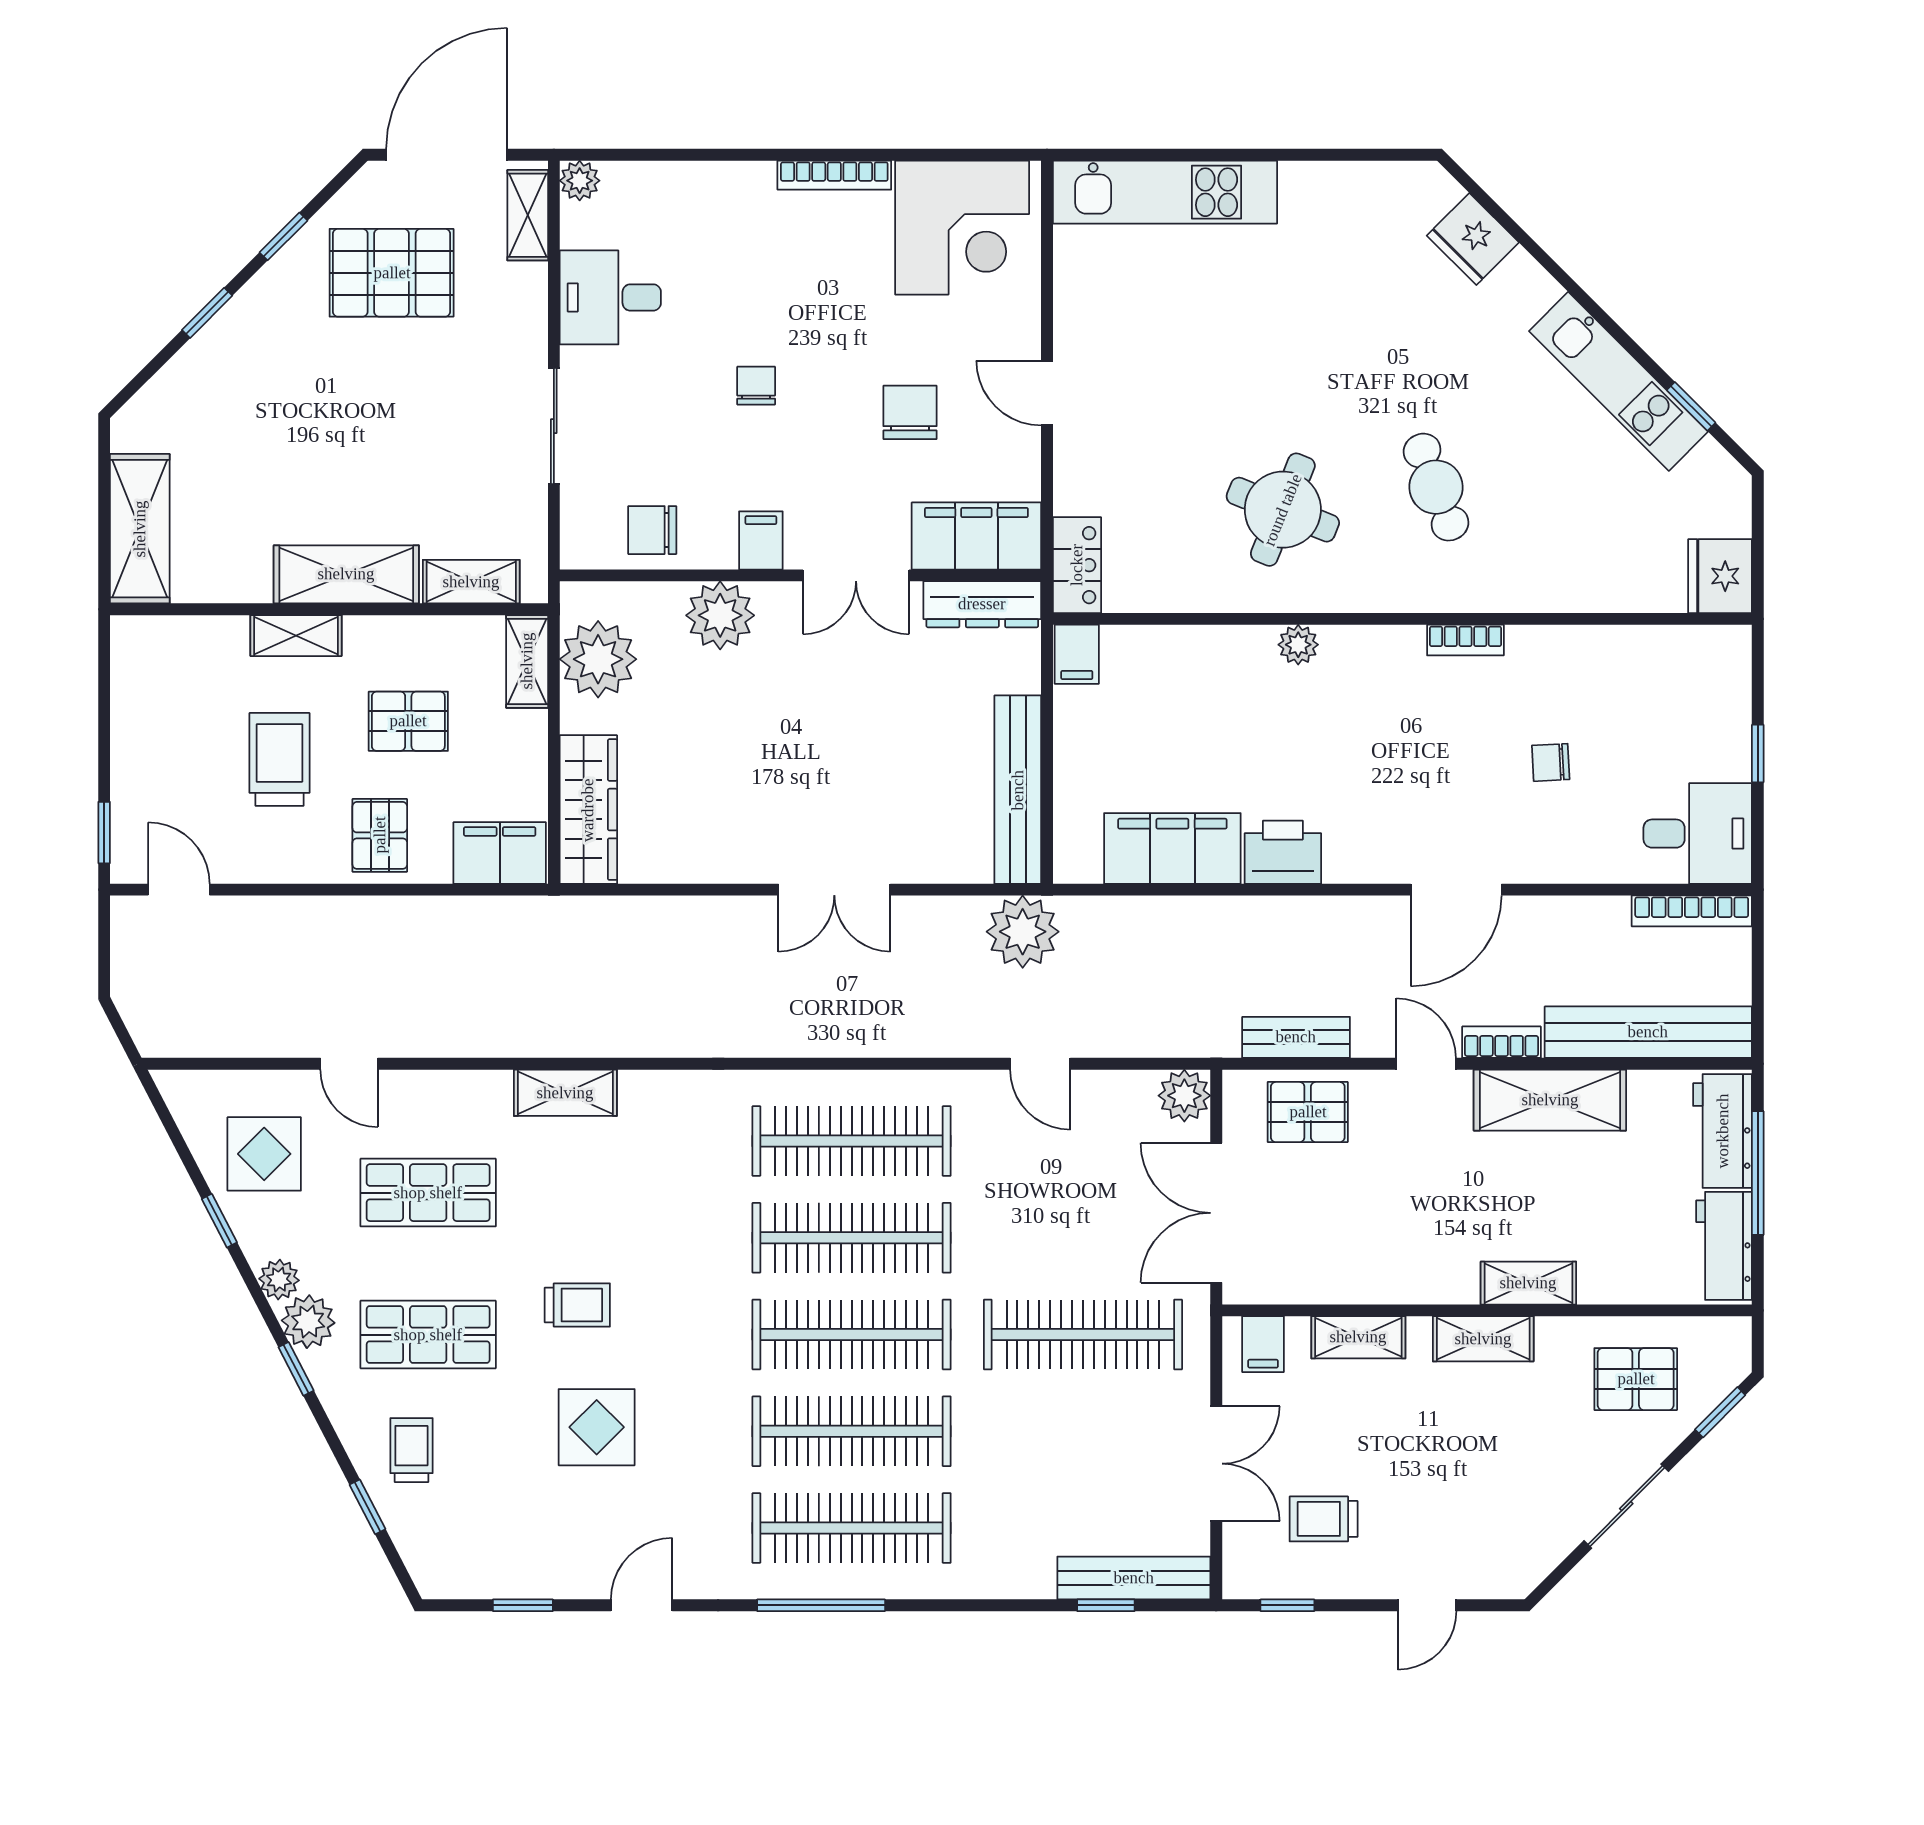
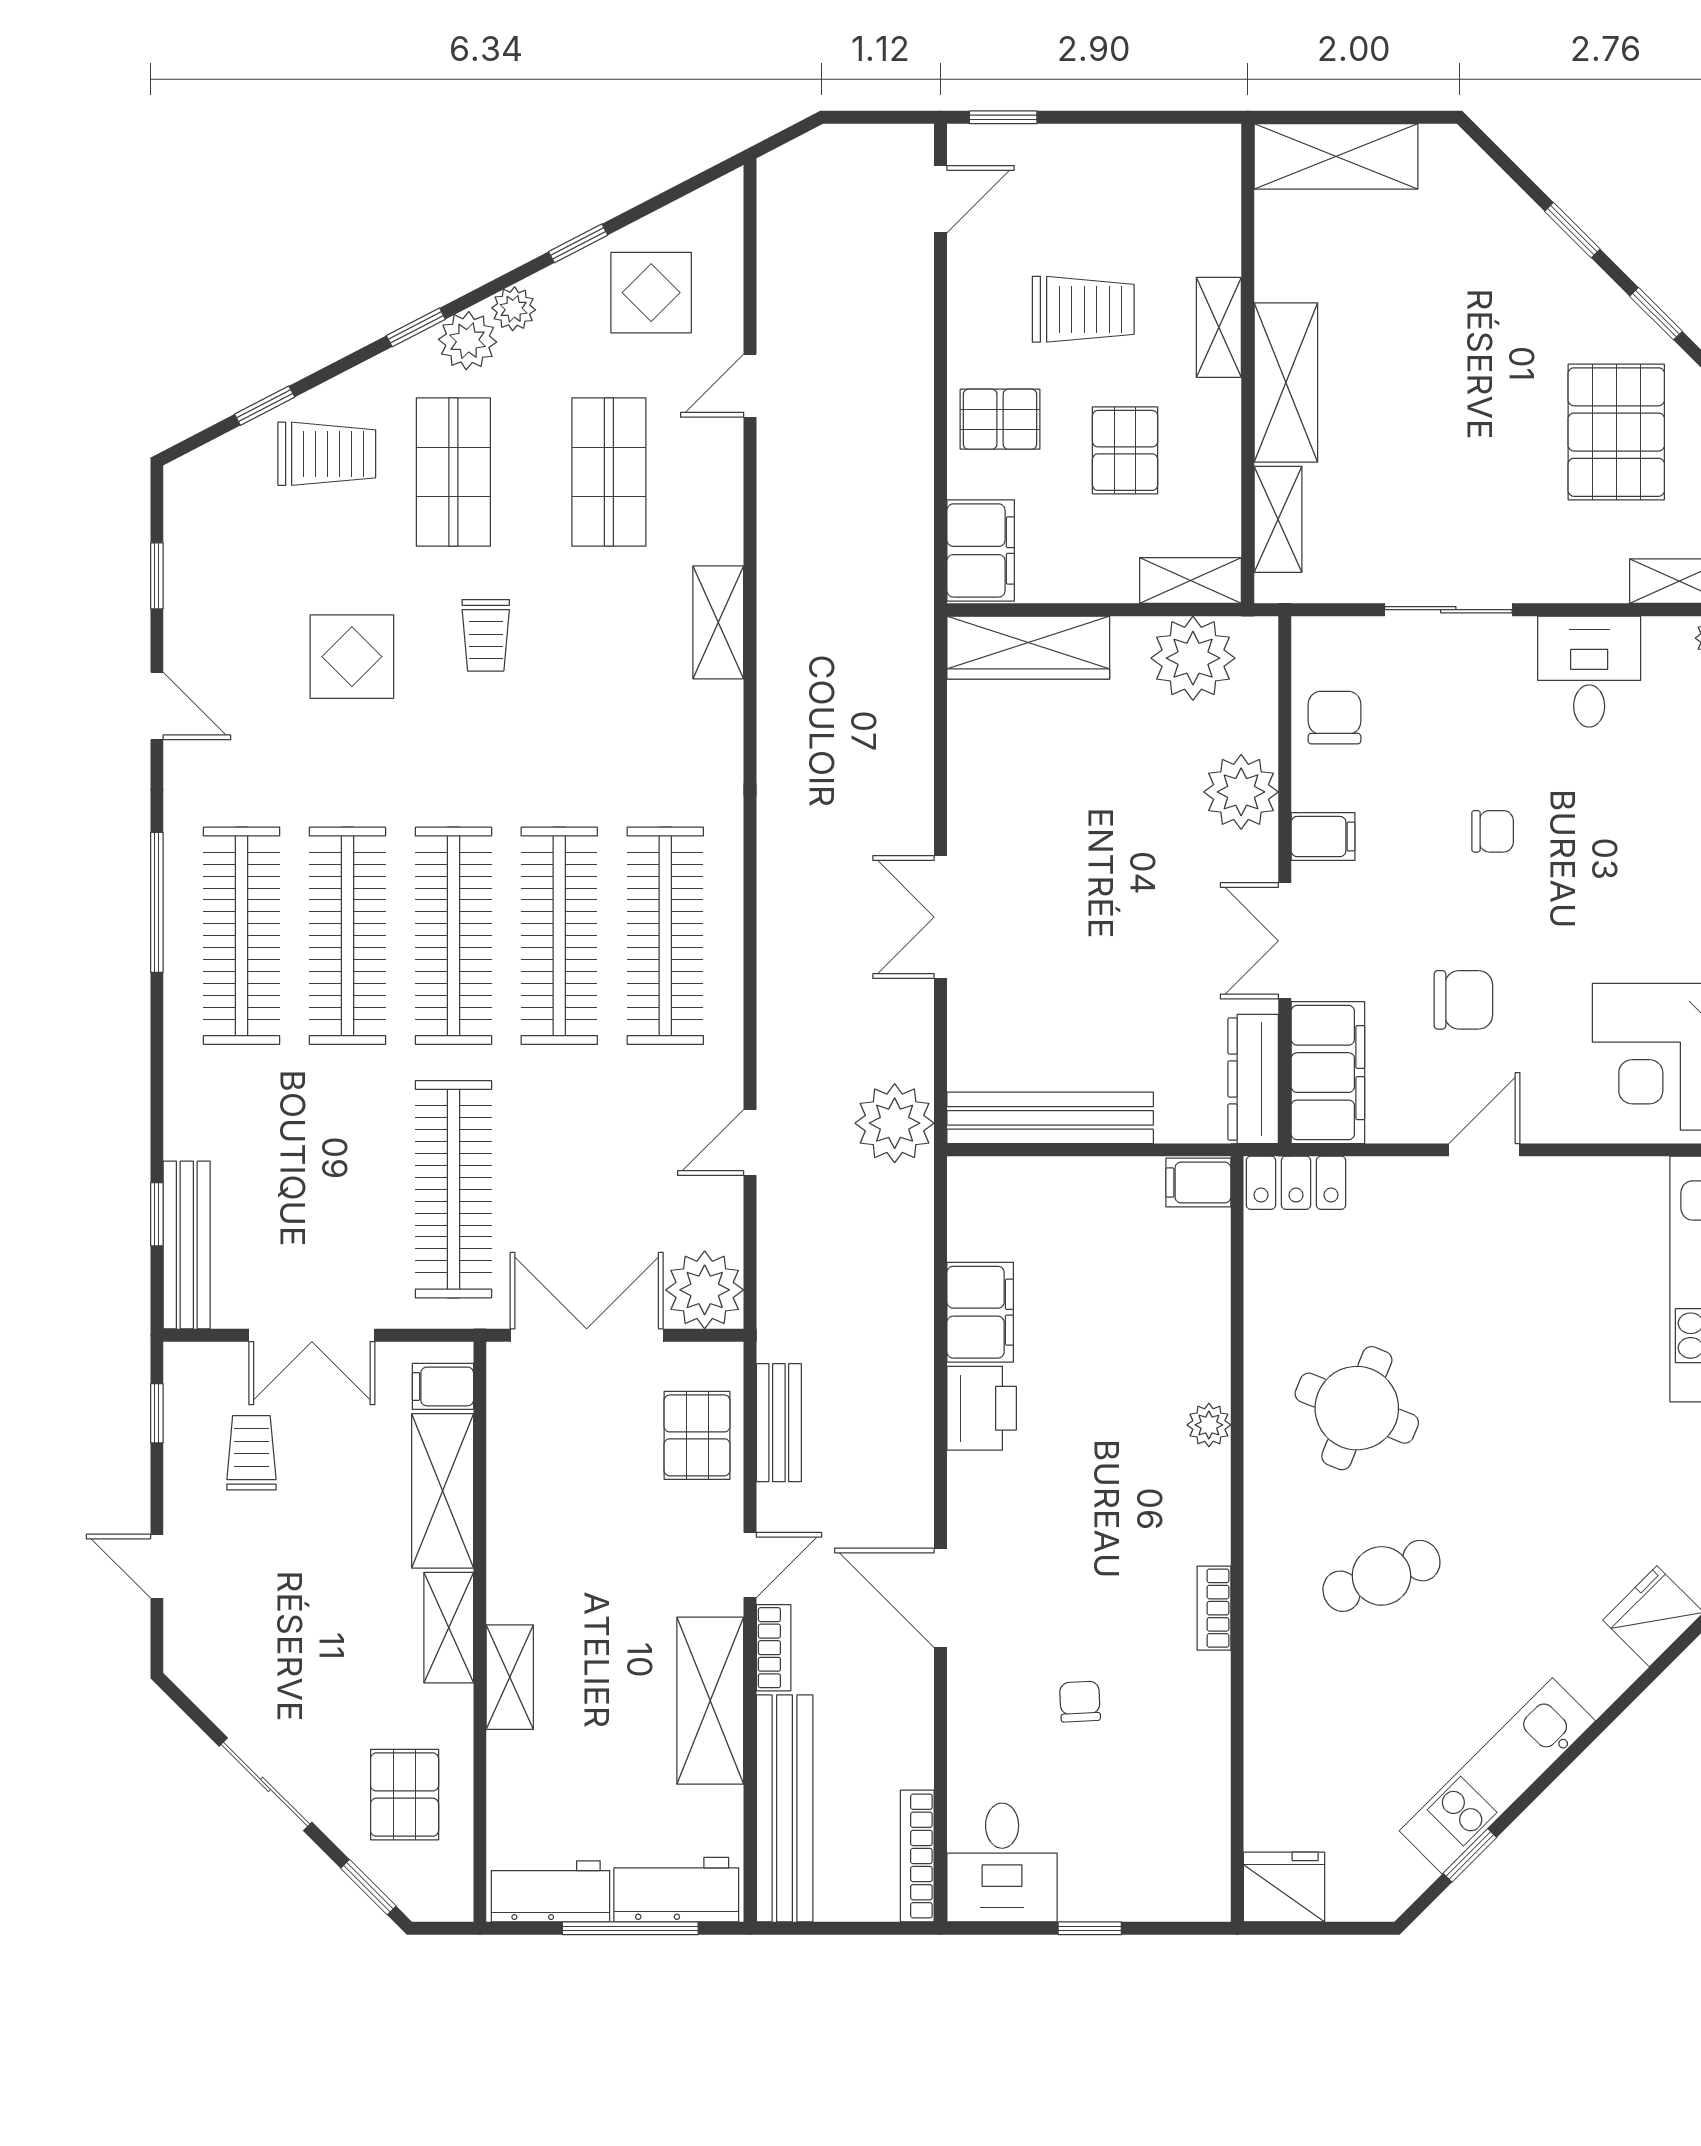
filing cabinet: (1172, 848) -> (980, 1312), width x0.67, depth x0.86
plant: (1184, 1096) -> (705, 1290), width x1.36, depth x1.36
shelving: (1358, 1337) -> (443, 1491), width x1.50, depth x1.33
trolley: (411, 1450) -> (327, 454), width x1.36, depth x1.39

